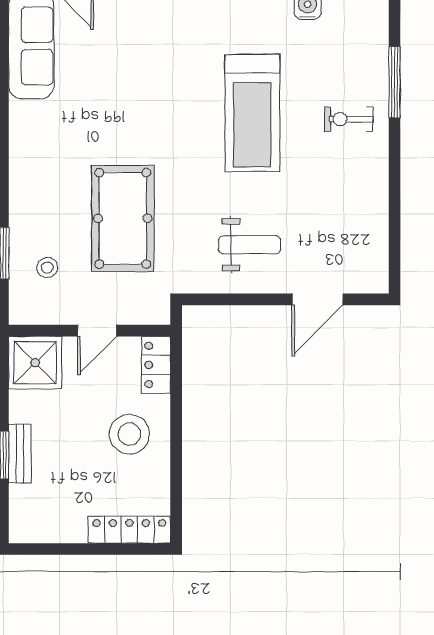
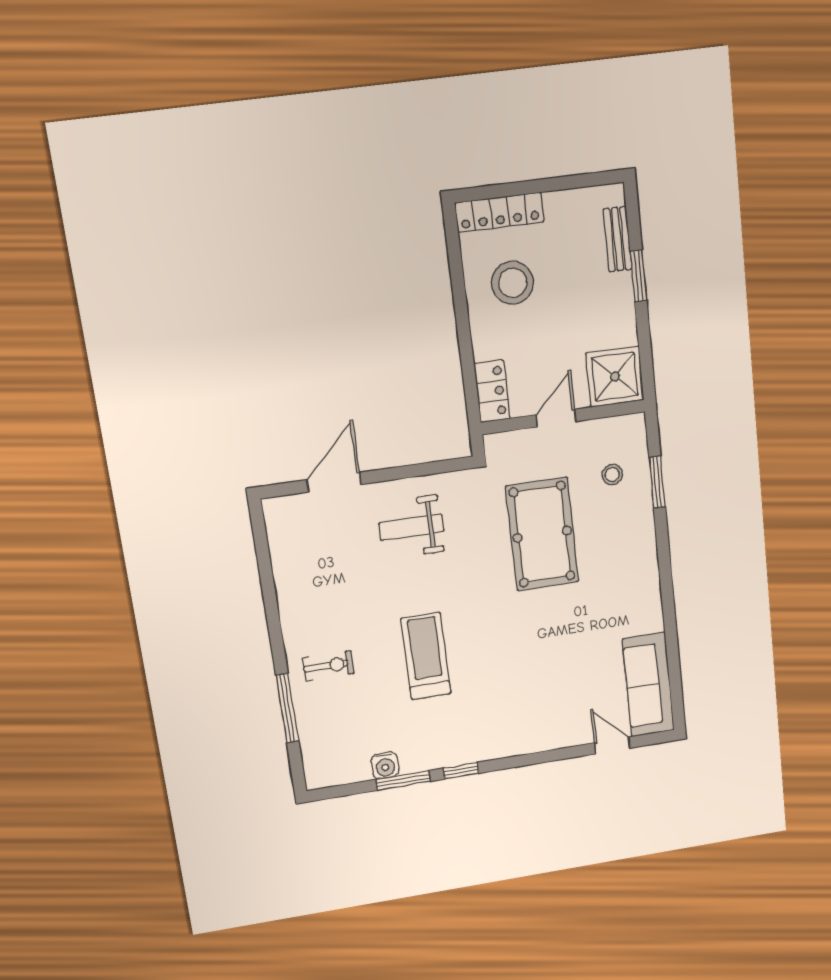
treadmill: (252, 113) -> (426, 656), width x0.73, depth x0.73
stool: (129, 434) -> (513, 283), moved
bench: (20, 454) -> (617, 239), moved

